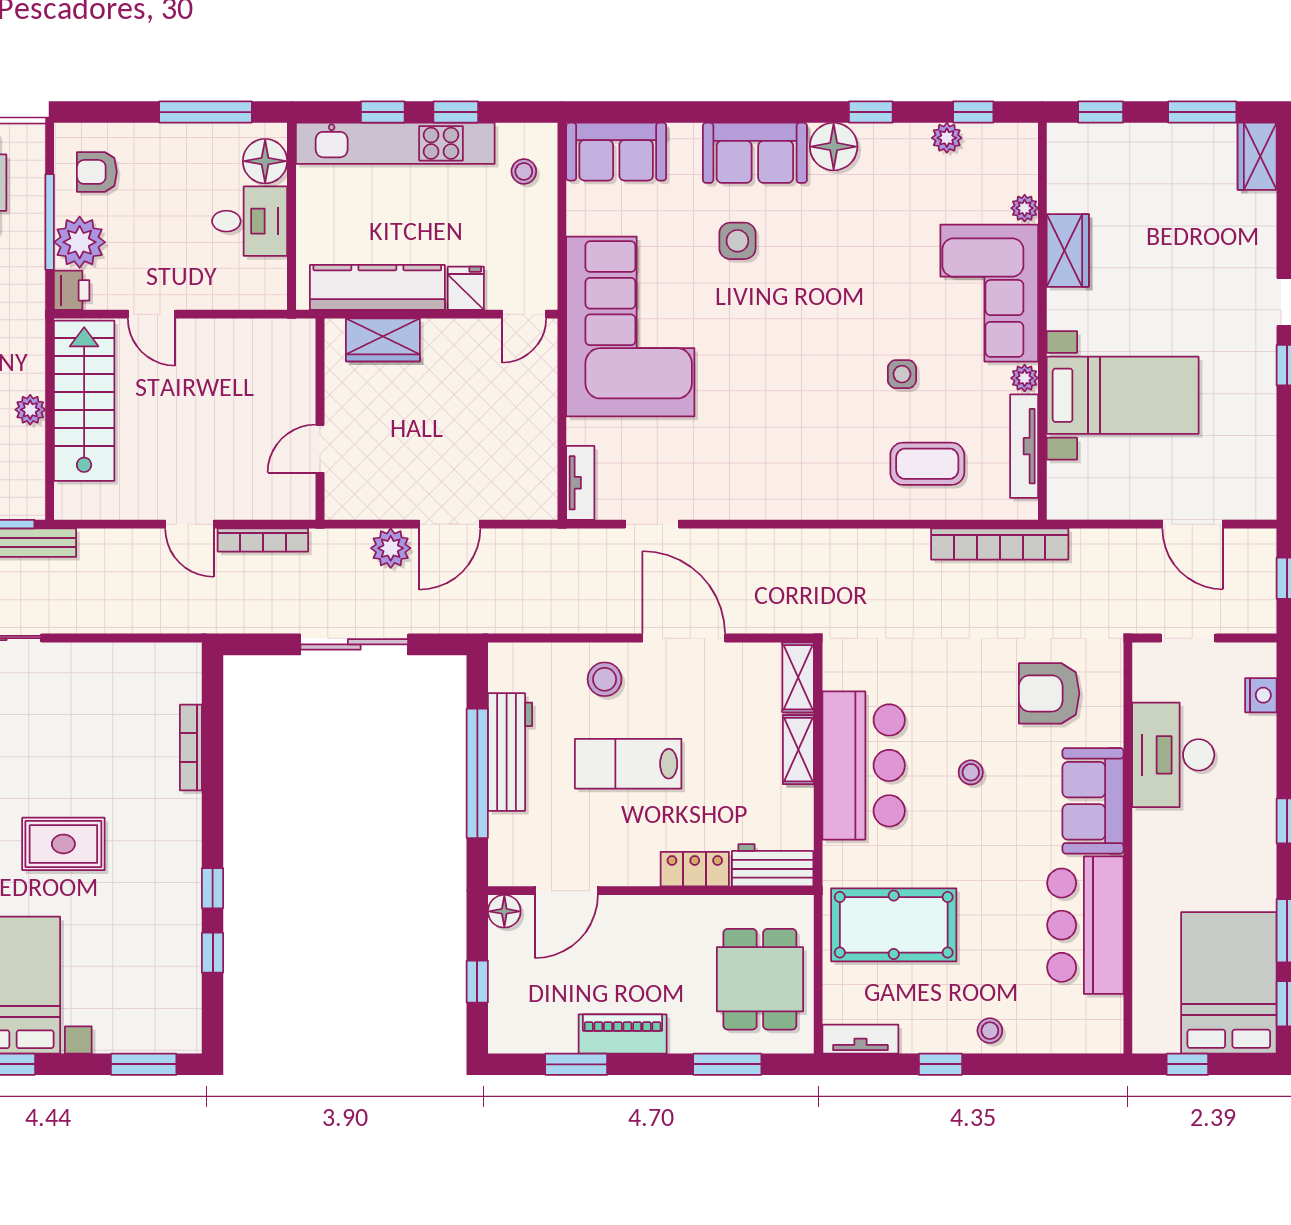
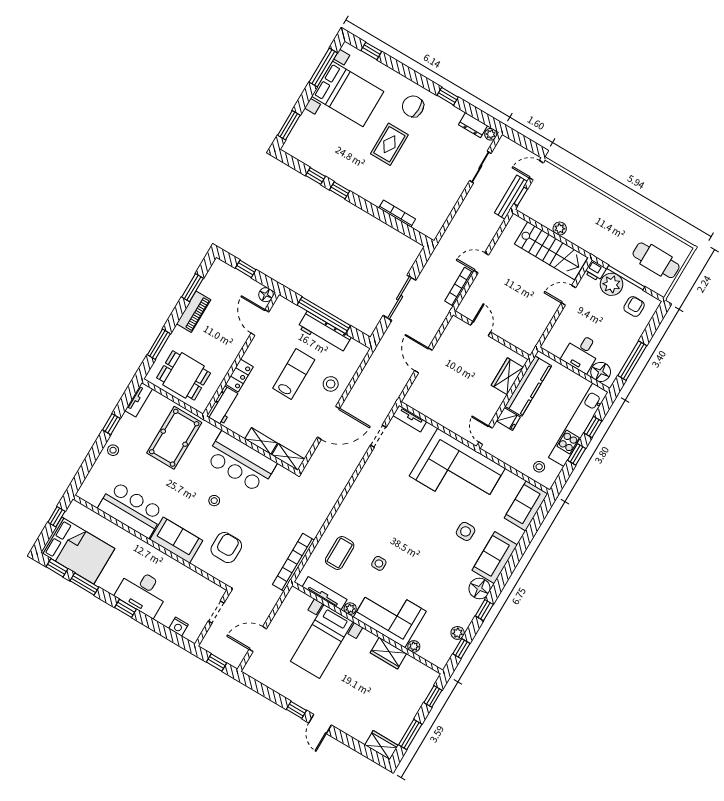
plant: (391, 548) -> (427, 333), removed
desk: (1173, 755) -> (142, 592), moved, turned 180

